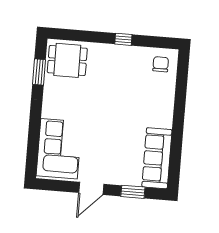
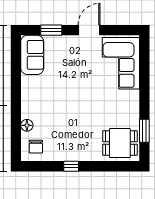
floor lamp: (169, 89) -> (27, 125), added
sofa: (157, 158) -> (32, 55), width x0.73

